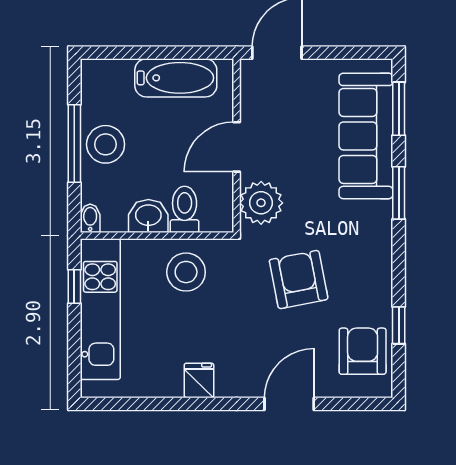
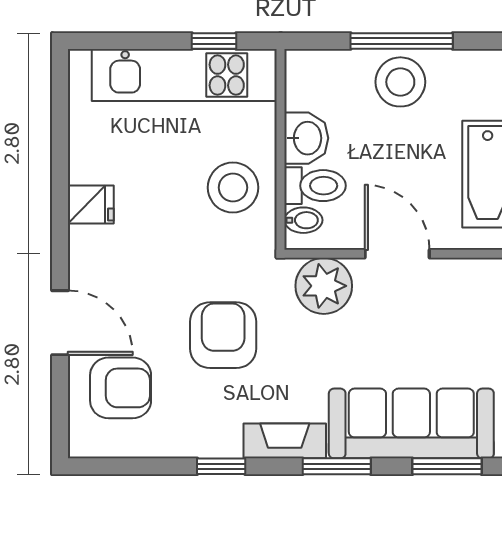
bidet: (90, 218) -> (303, 220), moved
fireplace: (379, 233) -> (285, 441), added
armchair: (299, 280) -> (223, 335), turned -79
window: (399, 325) -> (221, 466), moved
armchair: (363, 351) -> (121, 388), moved

